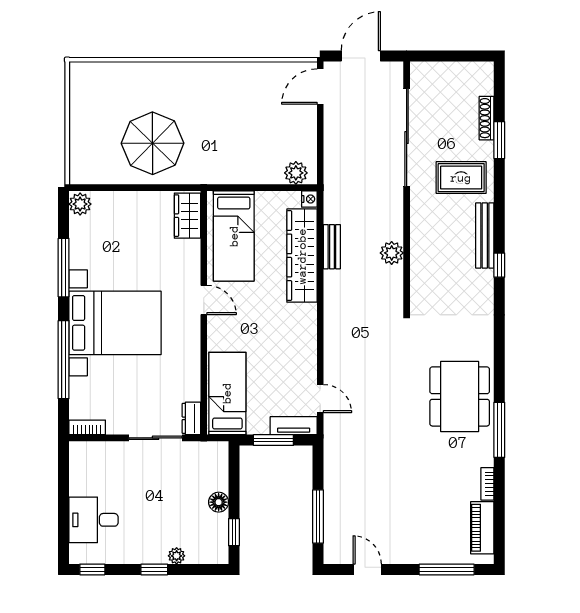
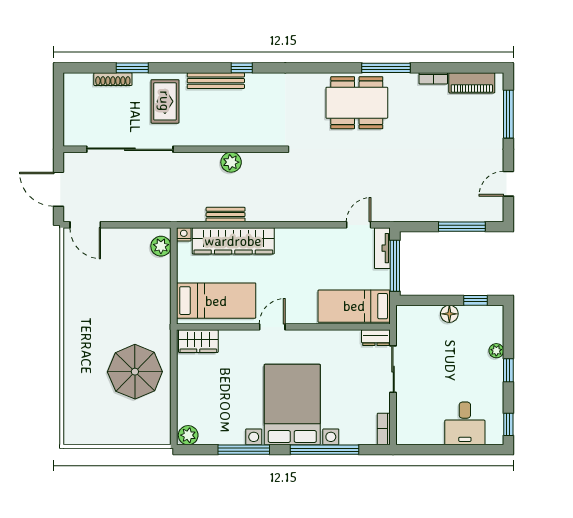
window: (273, 440) -> (395, 266), width x1.44

